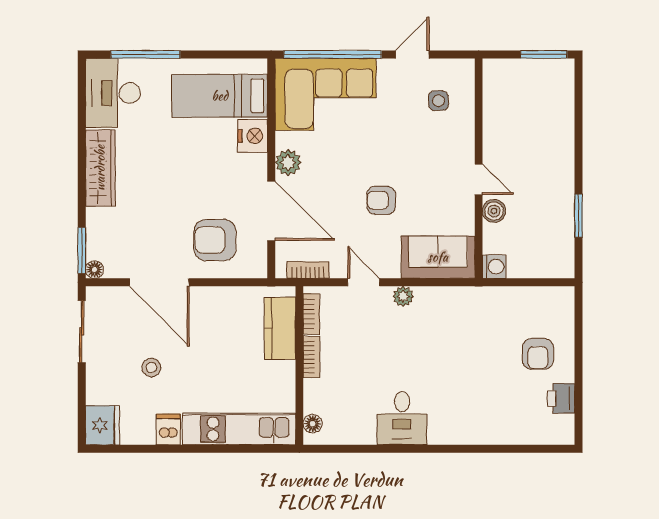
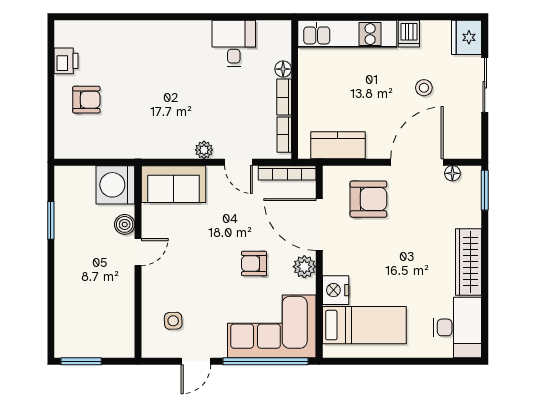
window: (145, 54) -> (429, 361), removed
door: (479, 179) -> (138, 252), swing flipped
armchair: (381, 200) -> (254, 264), moved, turned 180
washing machine: (494, 267) -> (115, 185), width x1.89, depth x1.89
floor lamp: (94, 270) -> (452, 173), moved
bookcase: (308, 270) -> (287, 173), width x1.56
door: (159, 282) -> (417, 162), hinge flipped
kitchen counter: (280, 328) -> (338, 145), moved, turned -90
sliding door: (82, 331) -> (485, 85), moved
armchair: (538, 354) -> (86, 100), turned 90
desk: (402, 418) -> (234, 44), moved
floor lamp: (313, 424) -> (283, 69), moved

